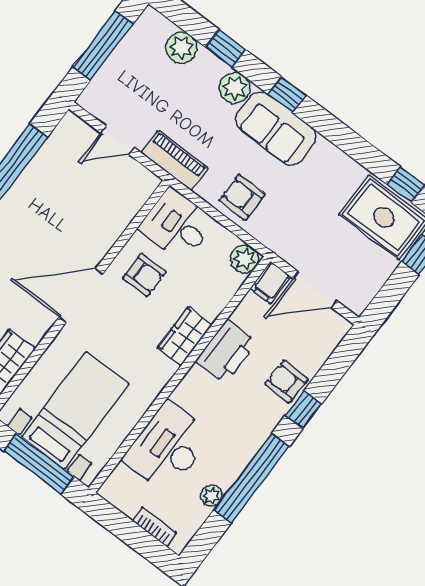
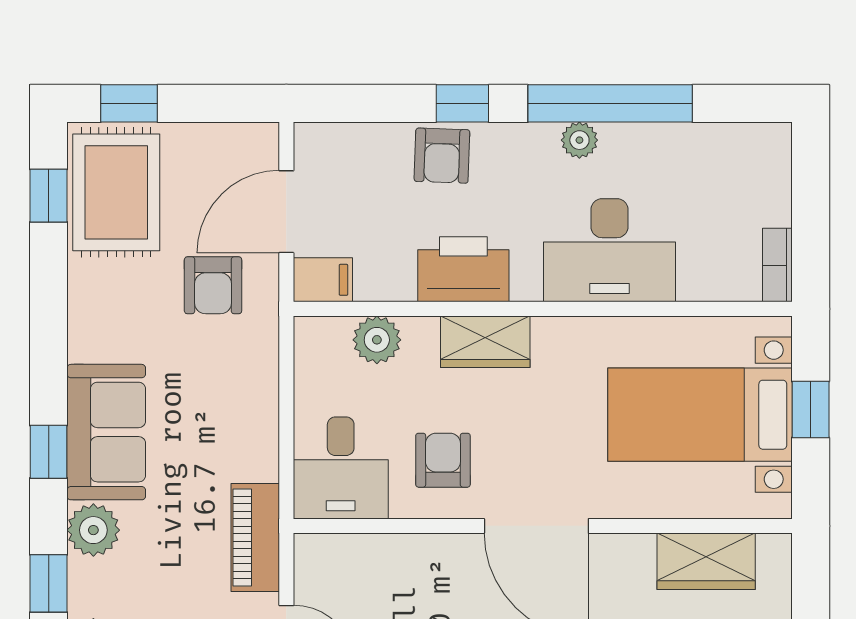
armchair: (242, 197) -> (213, 285), moved
plant: (245, 259) -> (377, 340), moved
door: (315, 290) -> (286, 212), swing flipped
desk: (168, 447) -> (610, 250), moved
window: (39, 464) -> (811, 409), width x0.46
plant: (211, 496) -> (579, 140), moved
bookcase: (154, 527) -> (777, 265), moved

